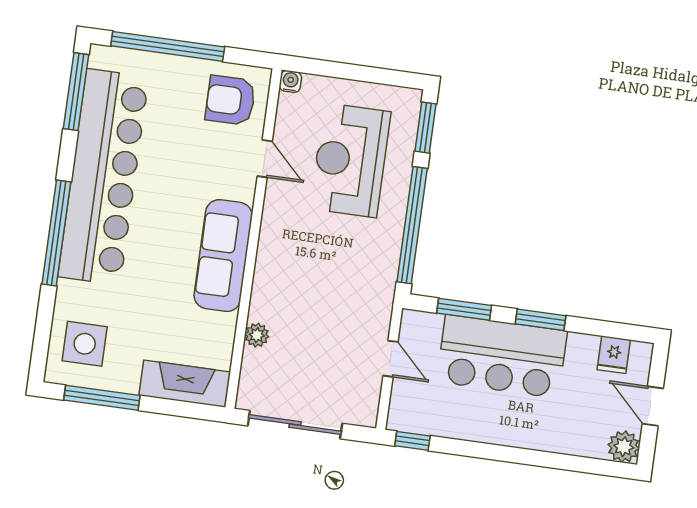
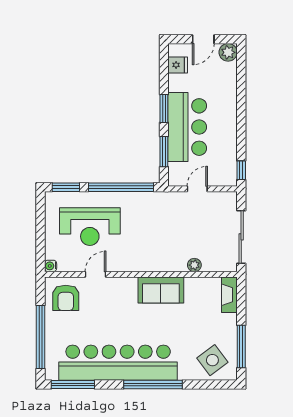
sofa: (223, 256) -> (161, 290), width x0.73
side table: (85, 344) -> (212, 360), turned -37
fireplace: (185, 384) -> (229, 295), width x0.73, depth x0.76

